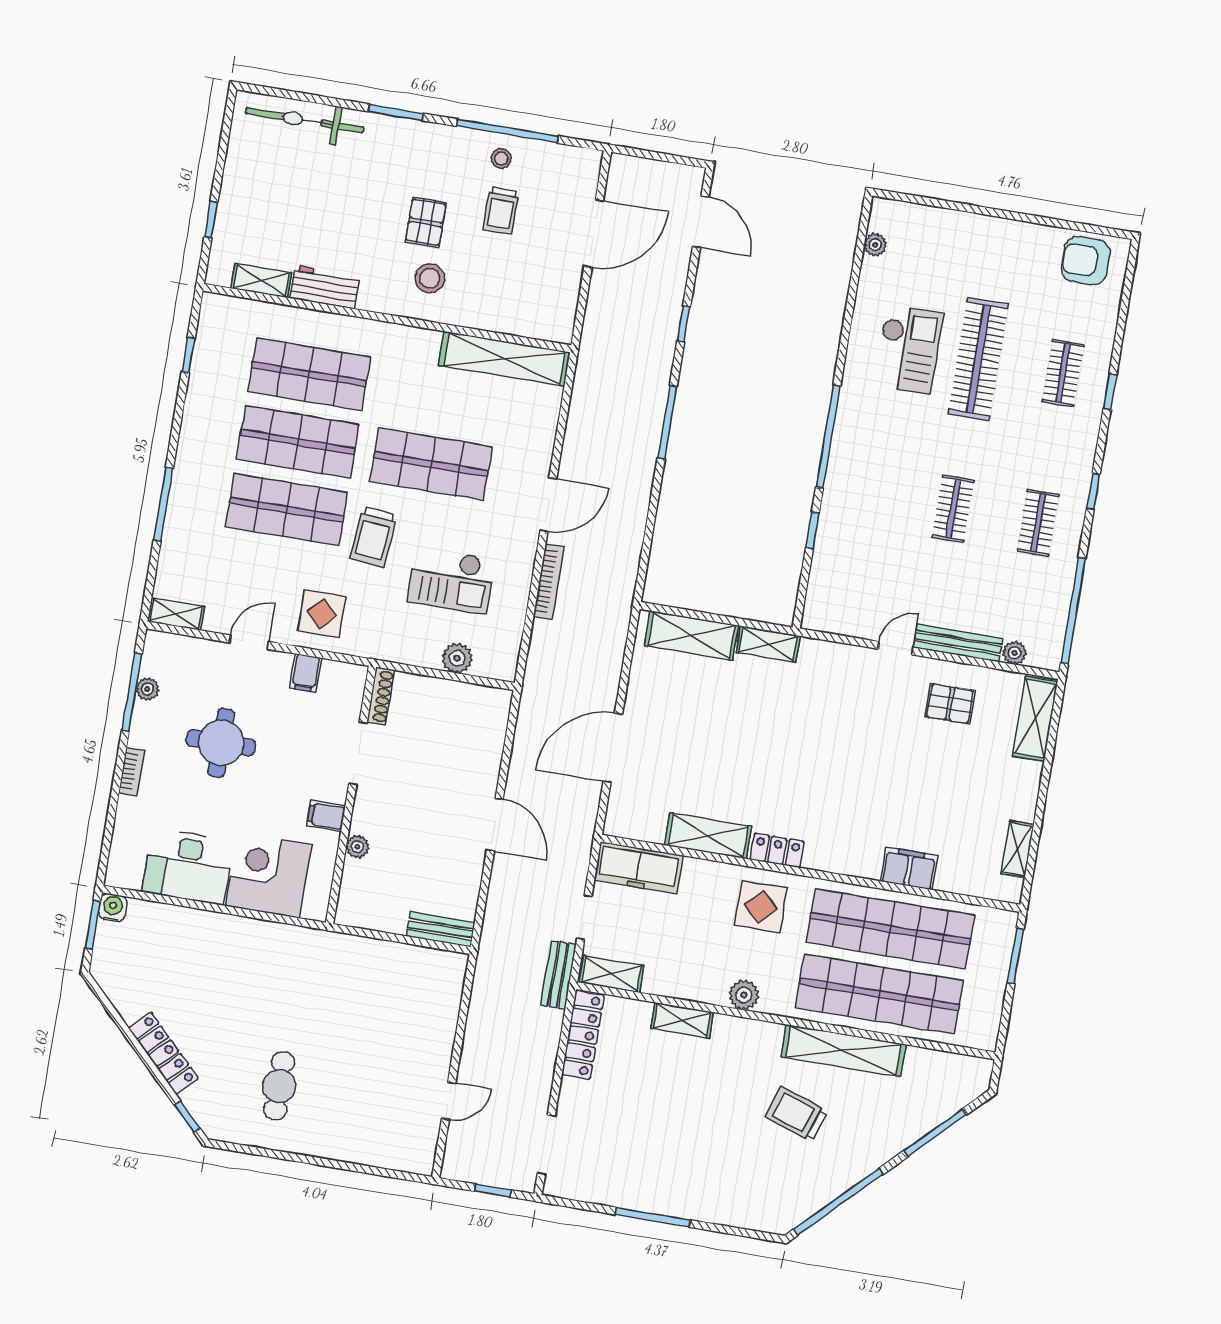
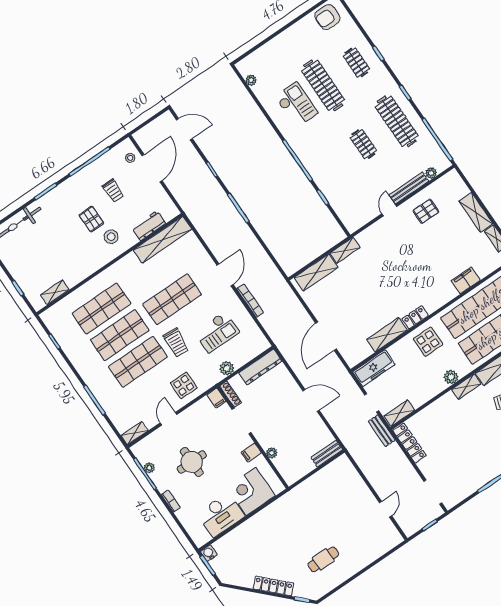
stool: (501, 159) -> (130, 158), moved
workbench: (325, 287) -> (149, 226), moved
clothes rail: (1038, 523) -> (397, 121), width x1.86, depth x1.31
plant: (457, 658) -> (227, 368), moved
filing cabinet: (306, 673) -> (216, 398), moved
dresser: (466, 698) -> (260, 367), added
shelving: (1035, 719) -> (476, 212), moved
shelving: (682, 1020) -> (466, 387), moved
cafe table: (279, 1086) -> (323, 559), turned 90

